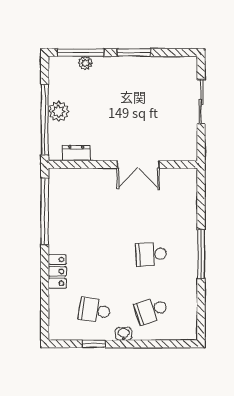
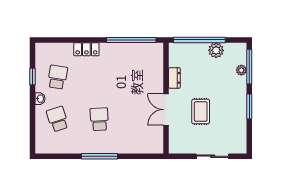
plant: (59, 111) -> (216, 50), moved
rug: (141, 118) -> (201, 111), added
dresser: (76, 153) -> (174, 78), moved

